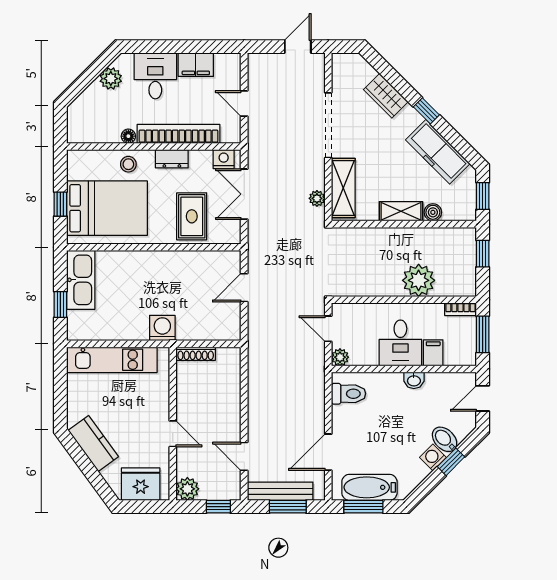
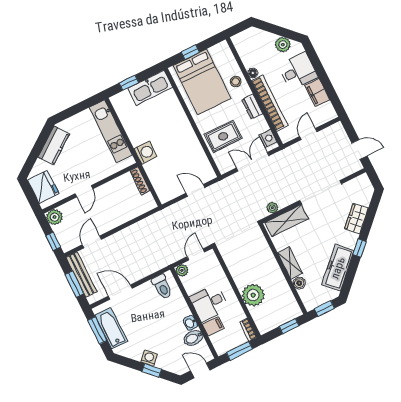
bidet: (445, 439) -> (193, 338), moved, turned -135

